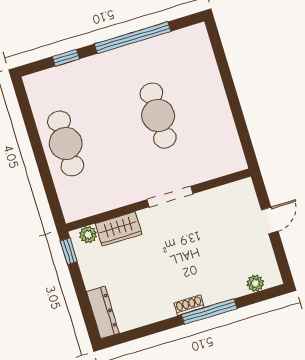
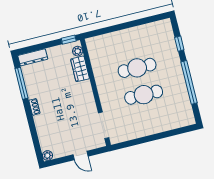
cafe table: (66, 143) -> (137, 68), moved
doorway: (170, 197) -> (104, 125), moved
plant: (255, 283) -> (47, 155), moved
window: (209, 312) -> (22, 83), moved

